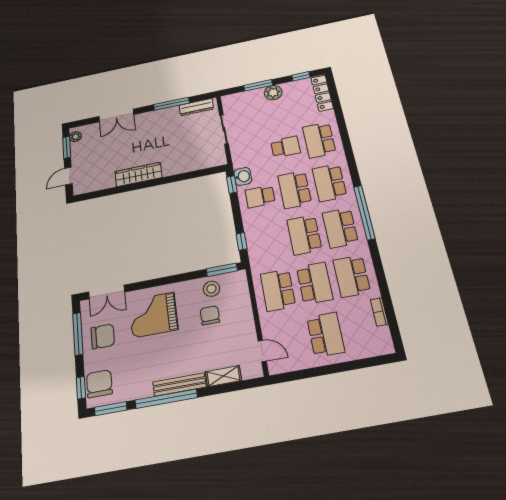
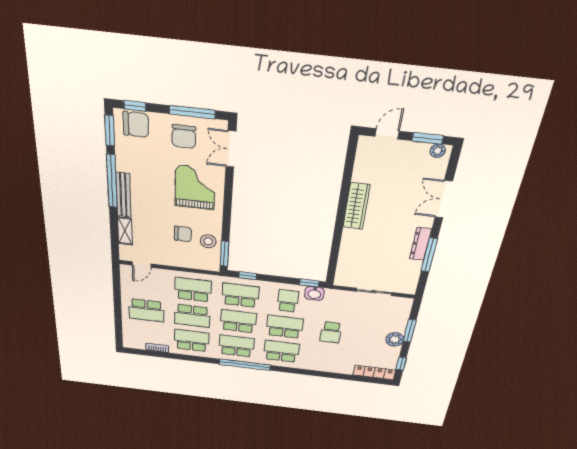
dresser: (196, 107) -> (420, 244), moved
school desk: (319, 140) -> (240, 295), moved
door: (68, 176) -> (387, 134), hinge flipped

